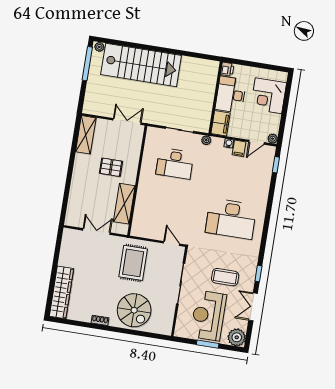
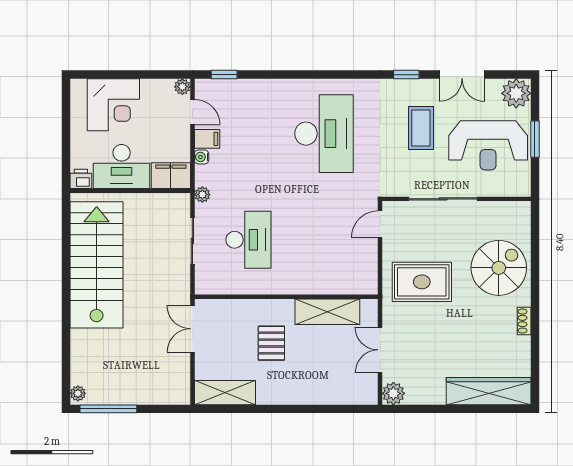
stairs: (141, 65) -> (97, 265), moved
plant: (69, 235) -> (393, 393), added

